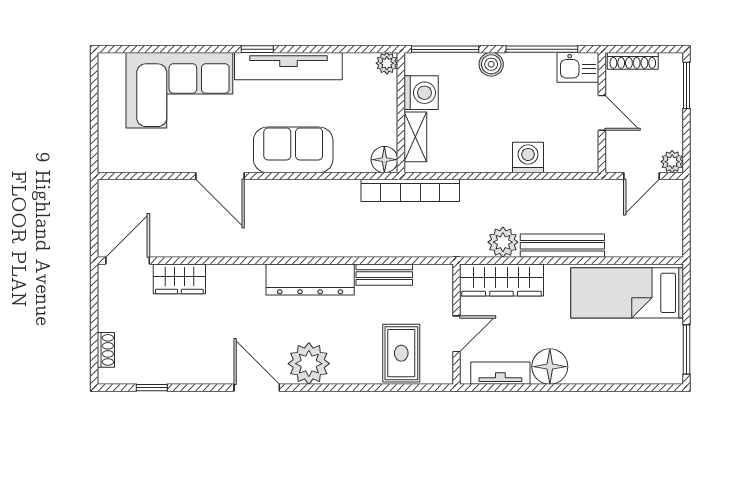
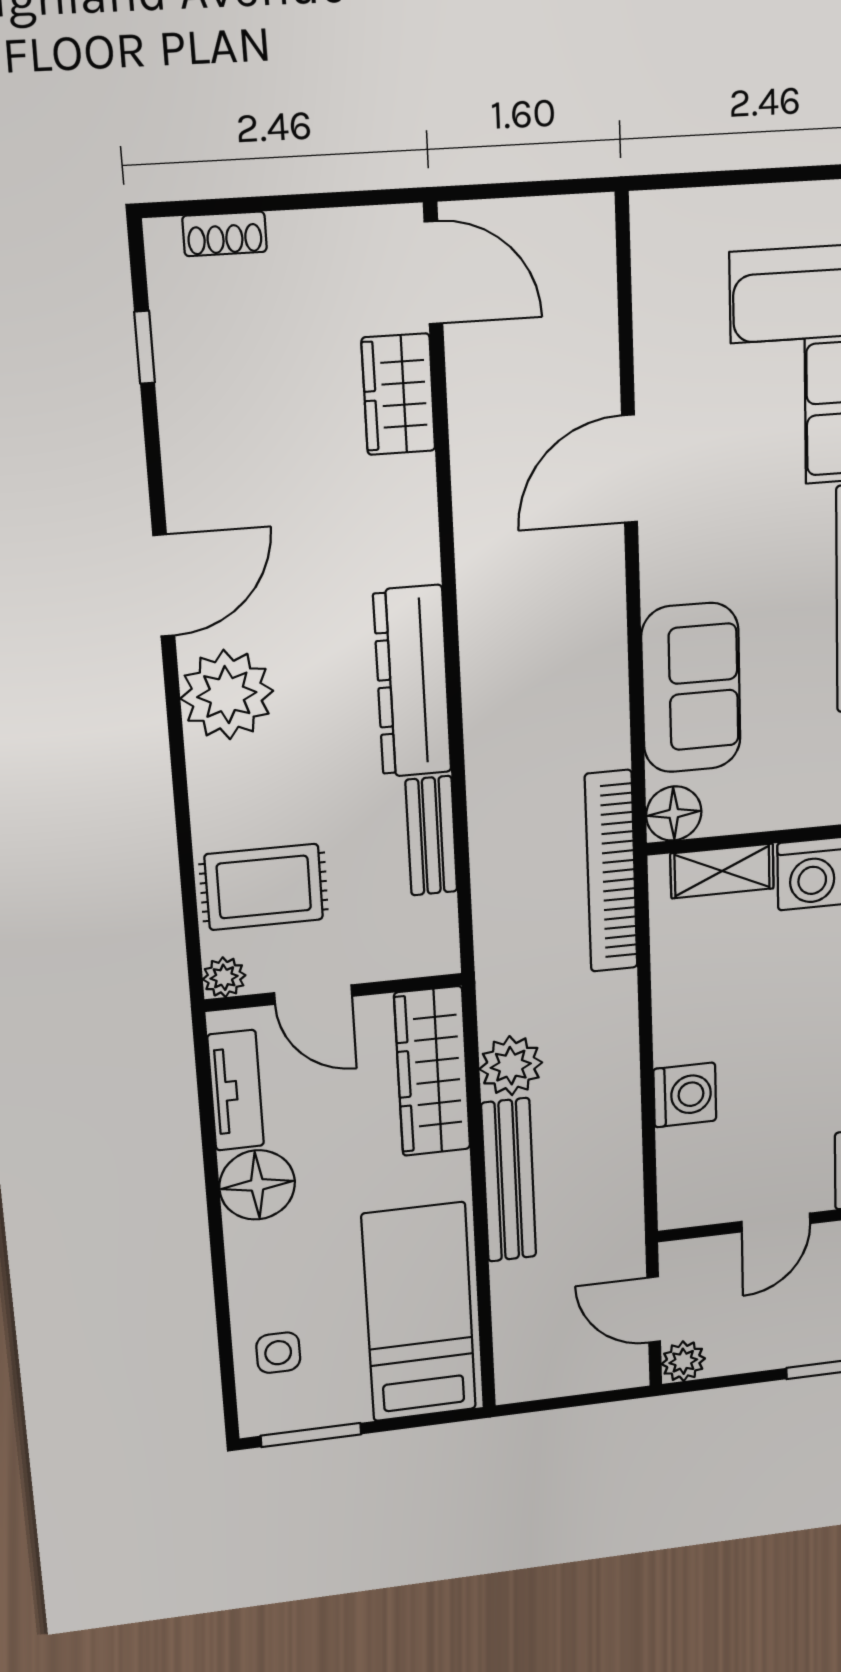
sofa: (293, 150) -> (691, 688), moved
side table: (640, 362) -> (278, 1353), added
plant: (443, 375) -> (224, 977), added

